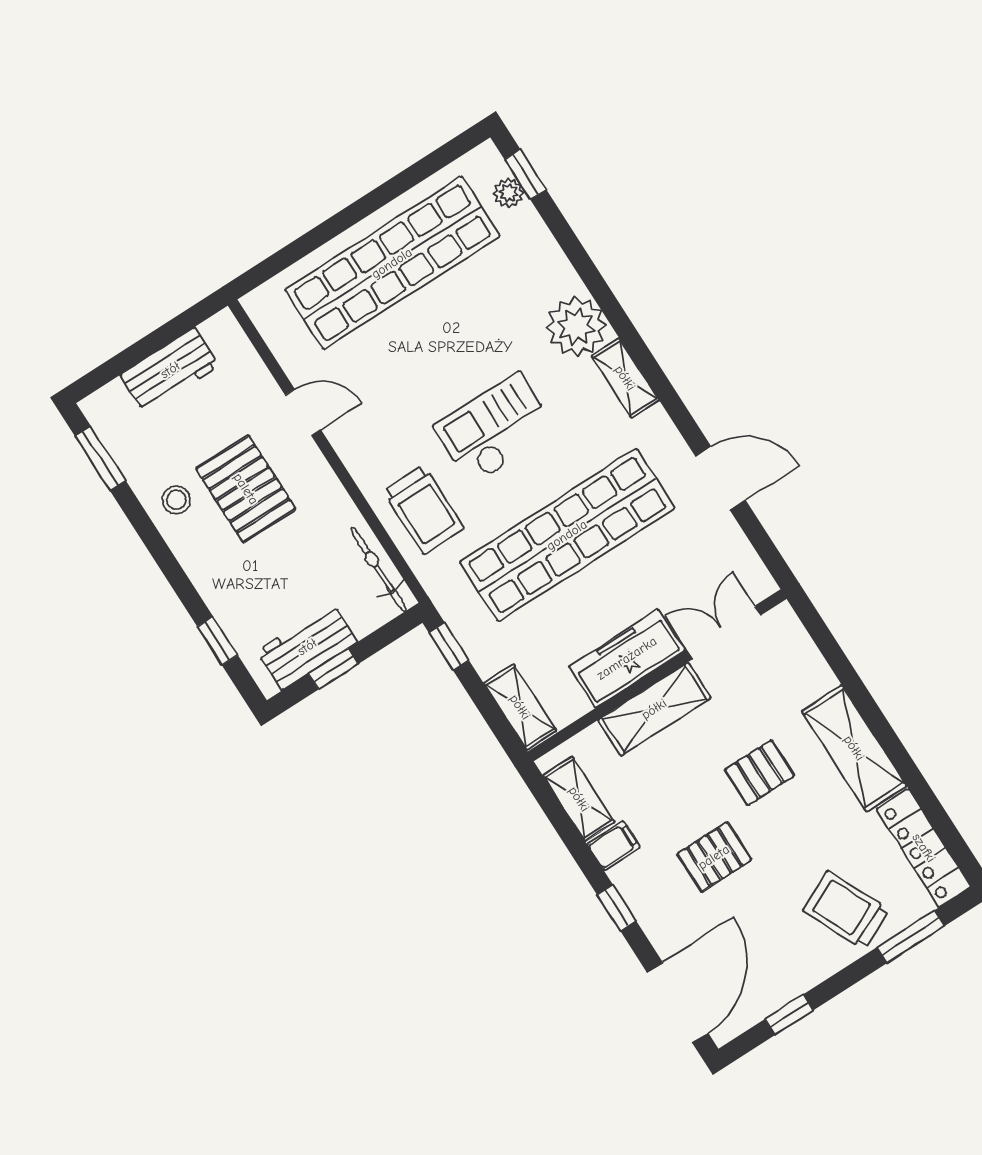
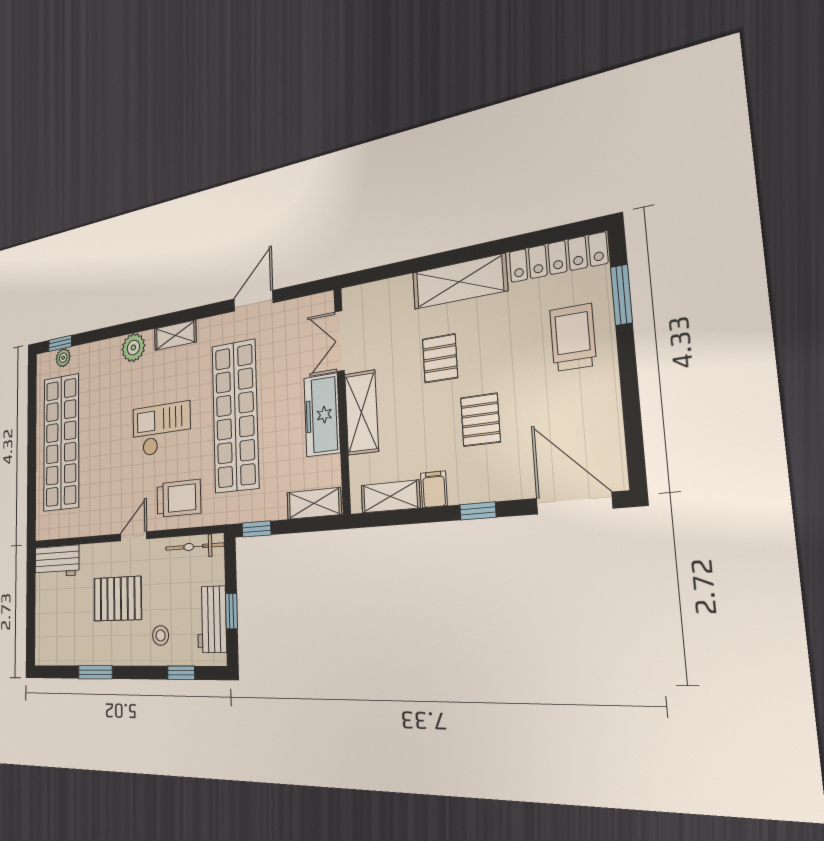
plant: (576, 327) -> (133, 348), width x0.73, depth x0.73
workbench: (170, 370) -> (57, 561), moved, turned 90
door: (303, 412) -> (134, 536), moved
checkout: (495, 429) -> (161, 429), turned 90
window: (101, 459) -> (95, 672), moved
stool: (176, 500) -> (161, 635), moved
trolley: (846, 910) -> (573, 338), turned 115
window: (789, 1015) -> (632, 420), removed

